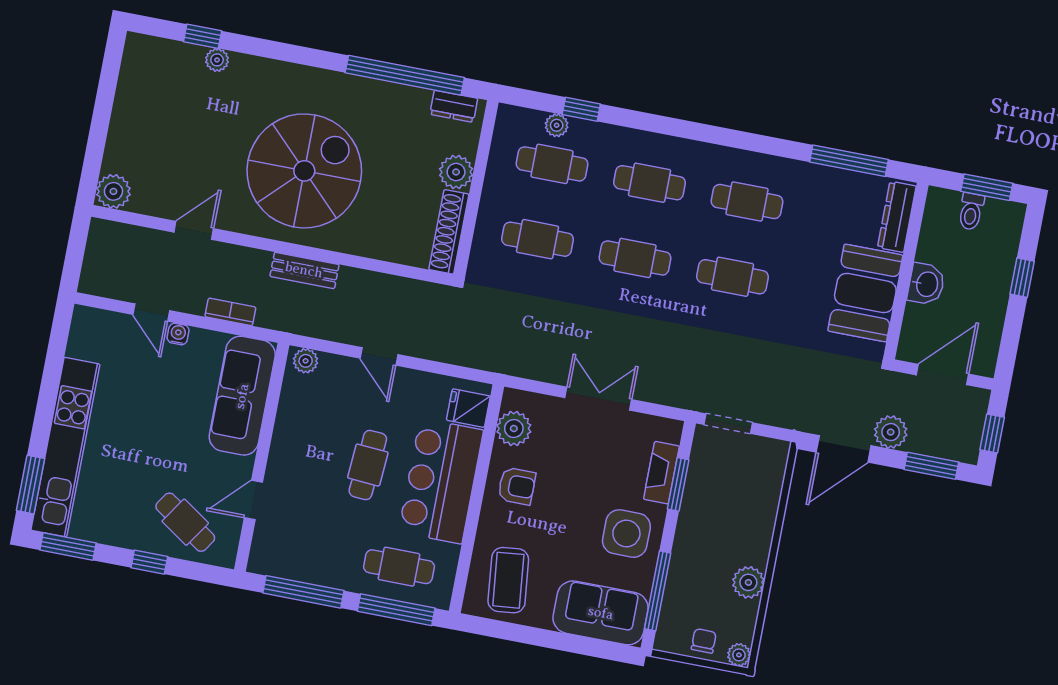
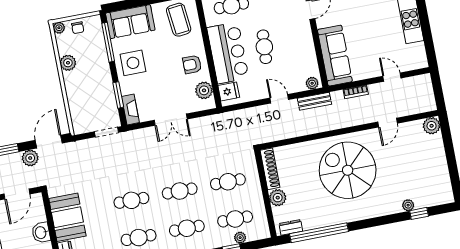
spiral stairs: (304, 171) -> (348, 170), turned 90
bench: (304, 270) -> (314, 101), moved
water cooler: (178, 334) -> (376, 72), removed
fireplace: (661, 473) -> (130, 110), moved

